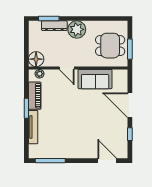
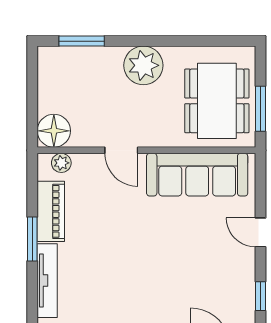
dresser: (54, 26) -> (94, 57), removed
dining table: (110, 46) -> (217, 101), width x1.38
sofa: (95, 79) -> (197, 175), width x1.36
door: (130, 105) -> (260, 232), width x0.53

